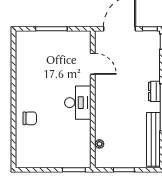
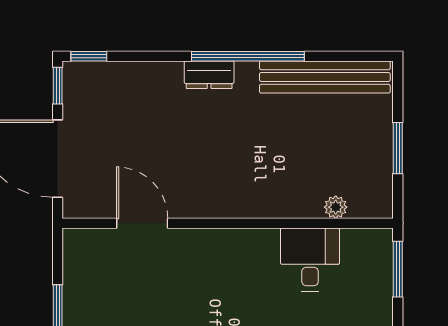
door: (93, 64) -> (142, 223), hinge flipped
desk: (78, 103) -> (310, 259), moved, width x0.73

